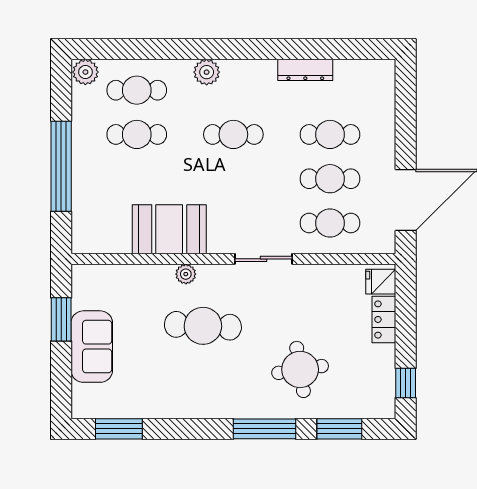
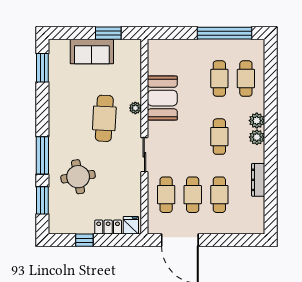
plant: (85, 72) -> (257, 137), moved
window: (61, 166) -> (224, 33), moved
window: (406, 383) -> (84, 240), moved

